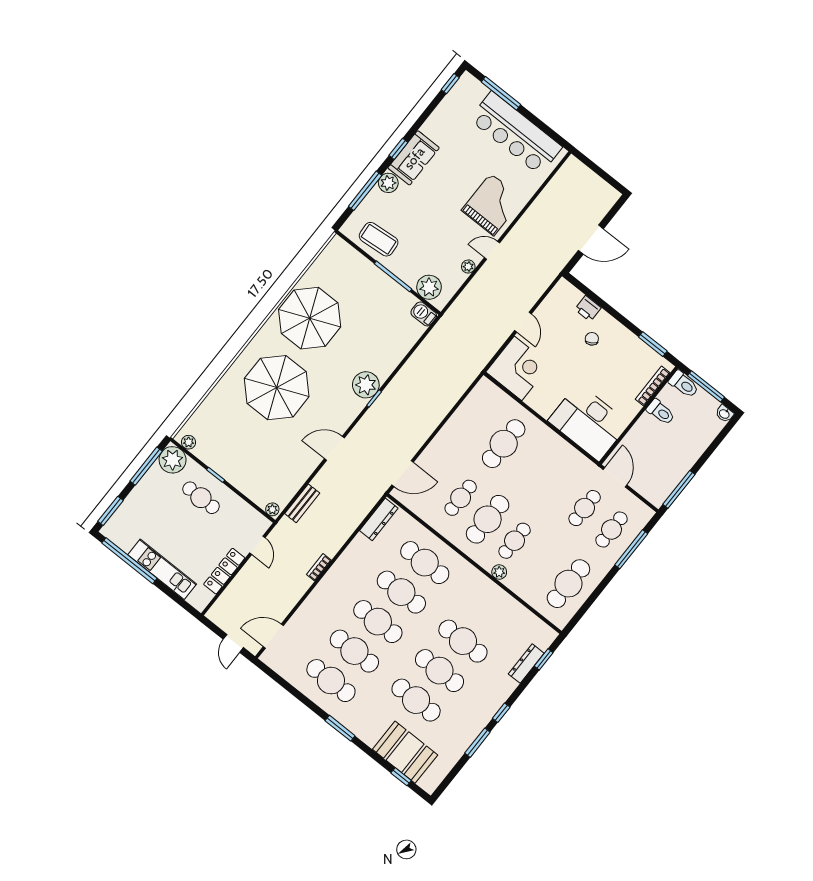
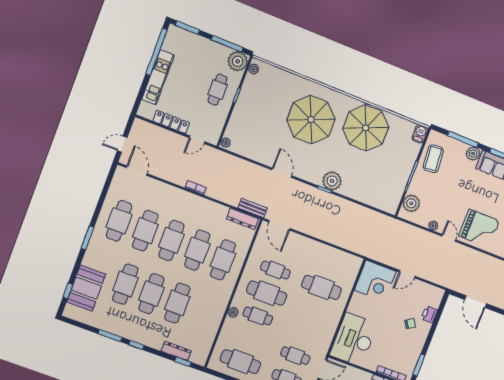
barbecue: (424, 314) -> (420, 134), moved
bench: (302, 503) -> (253, 208), moved

